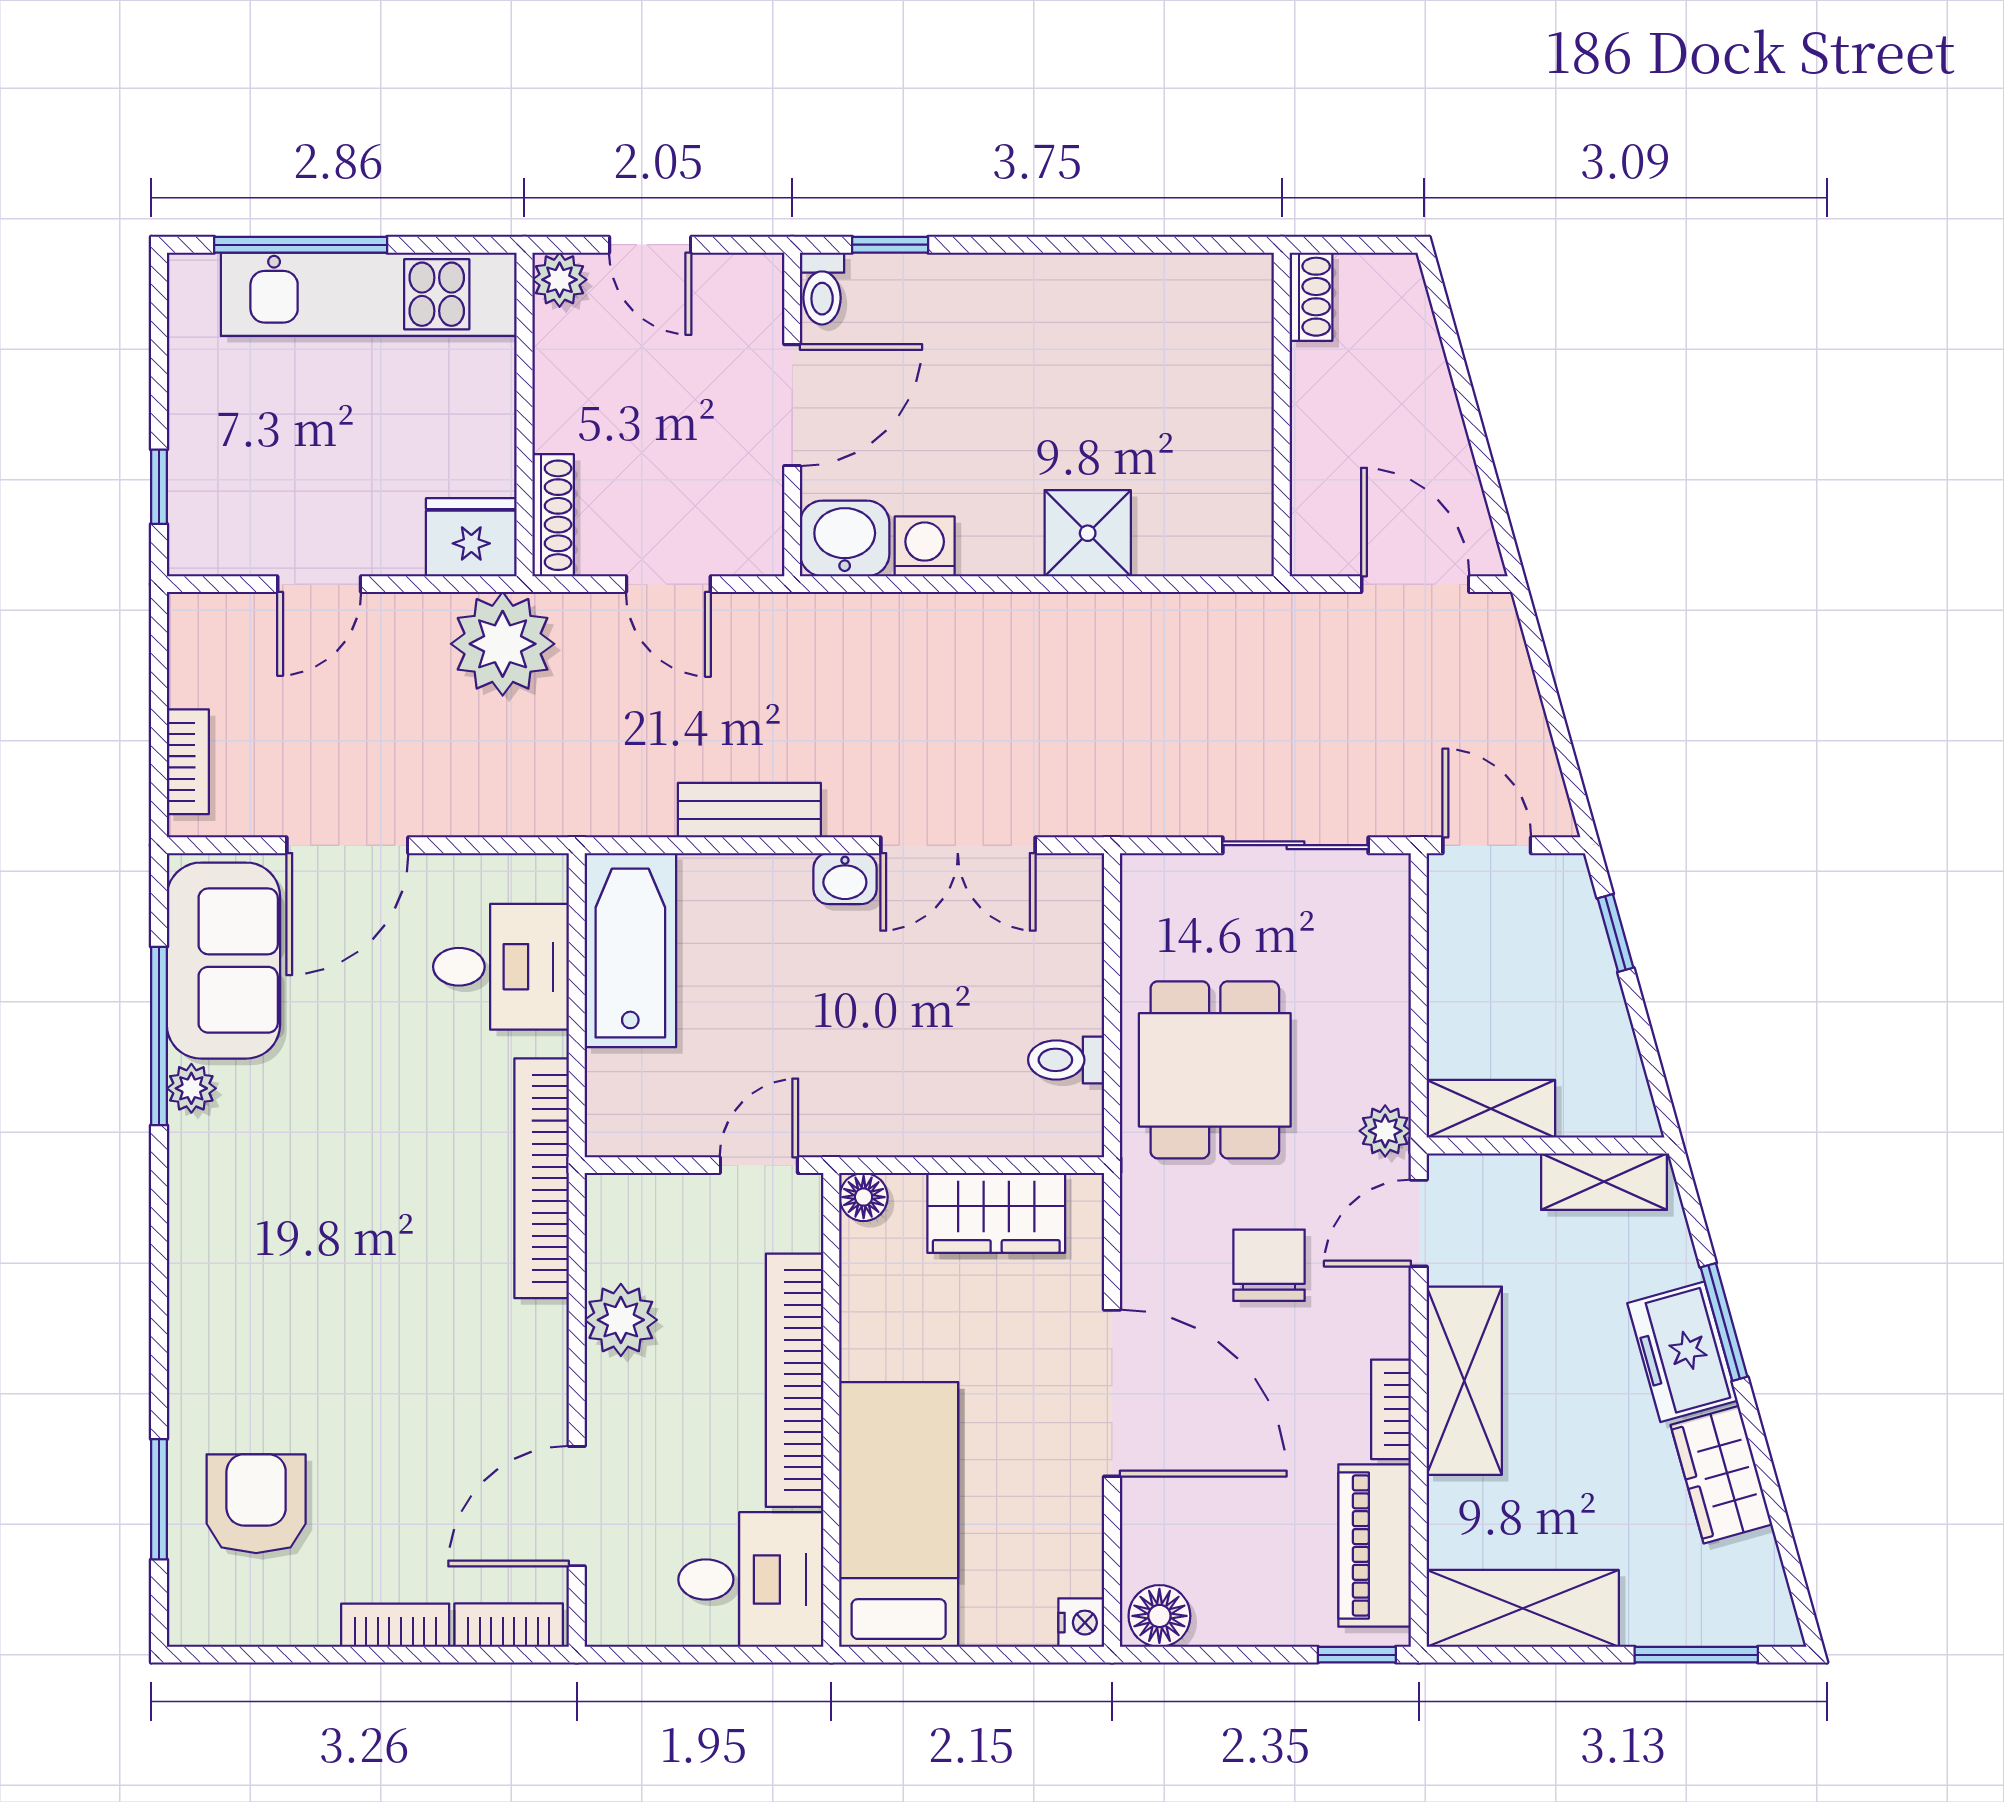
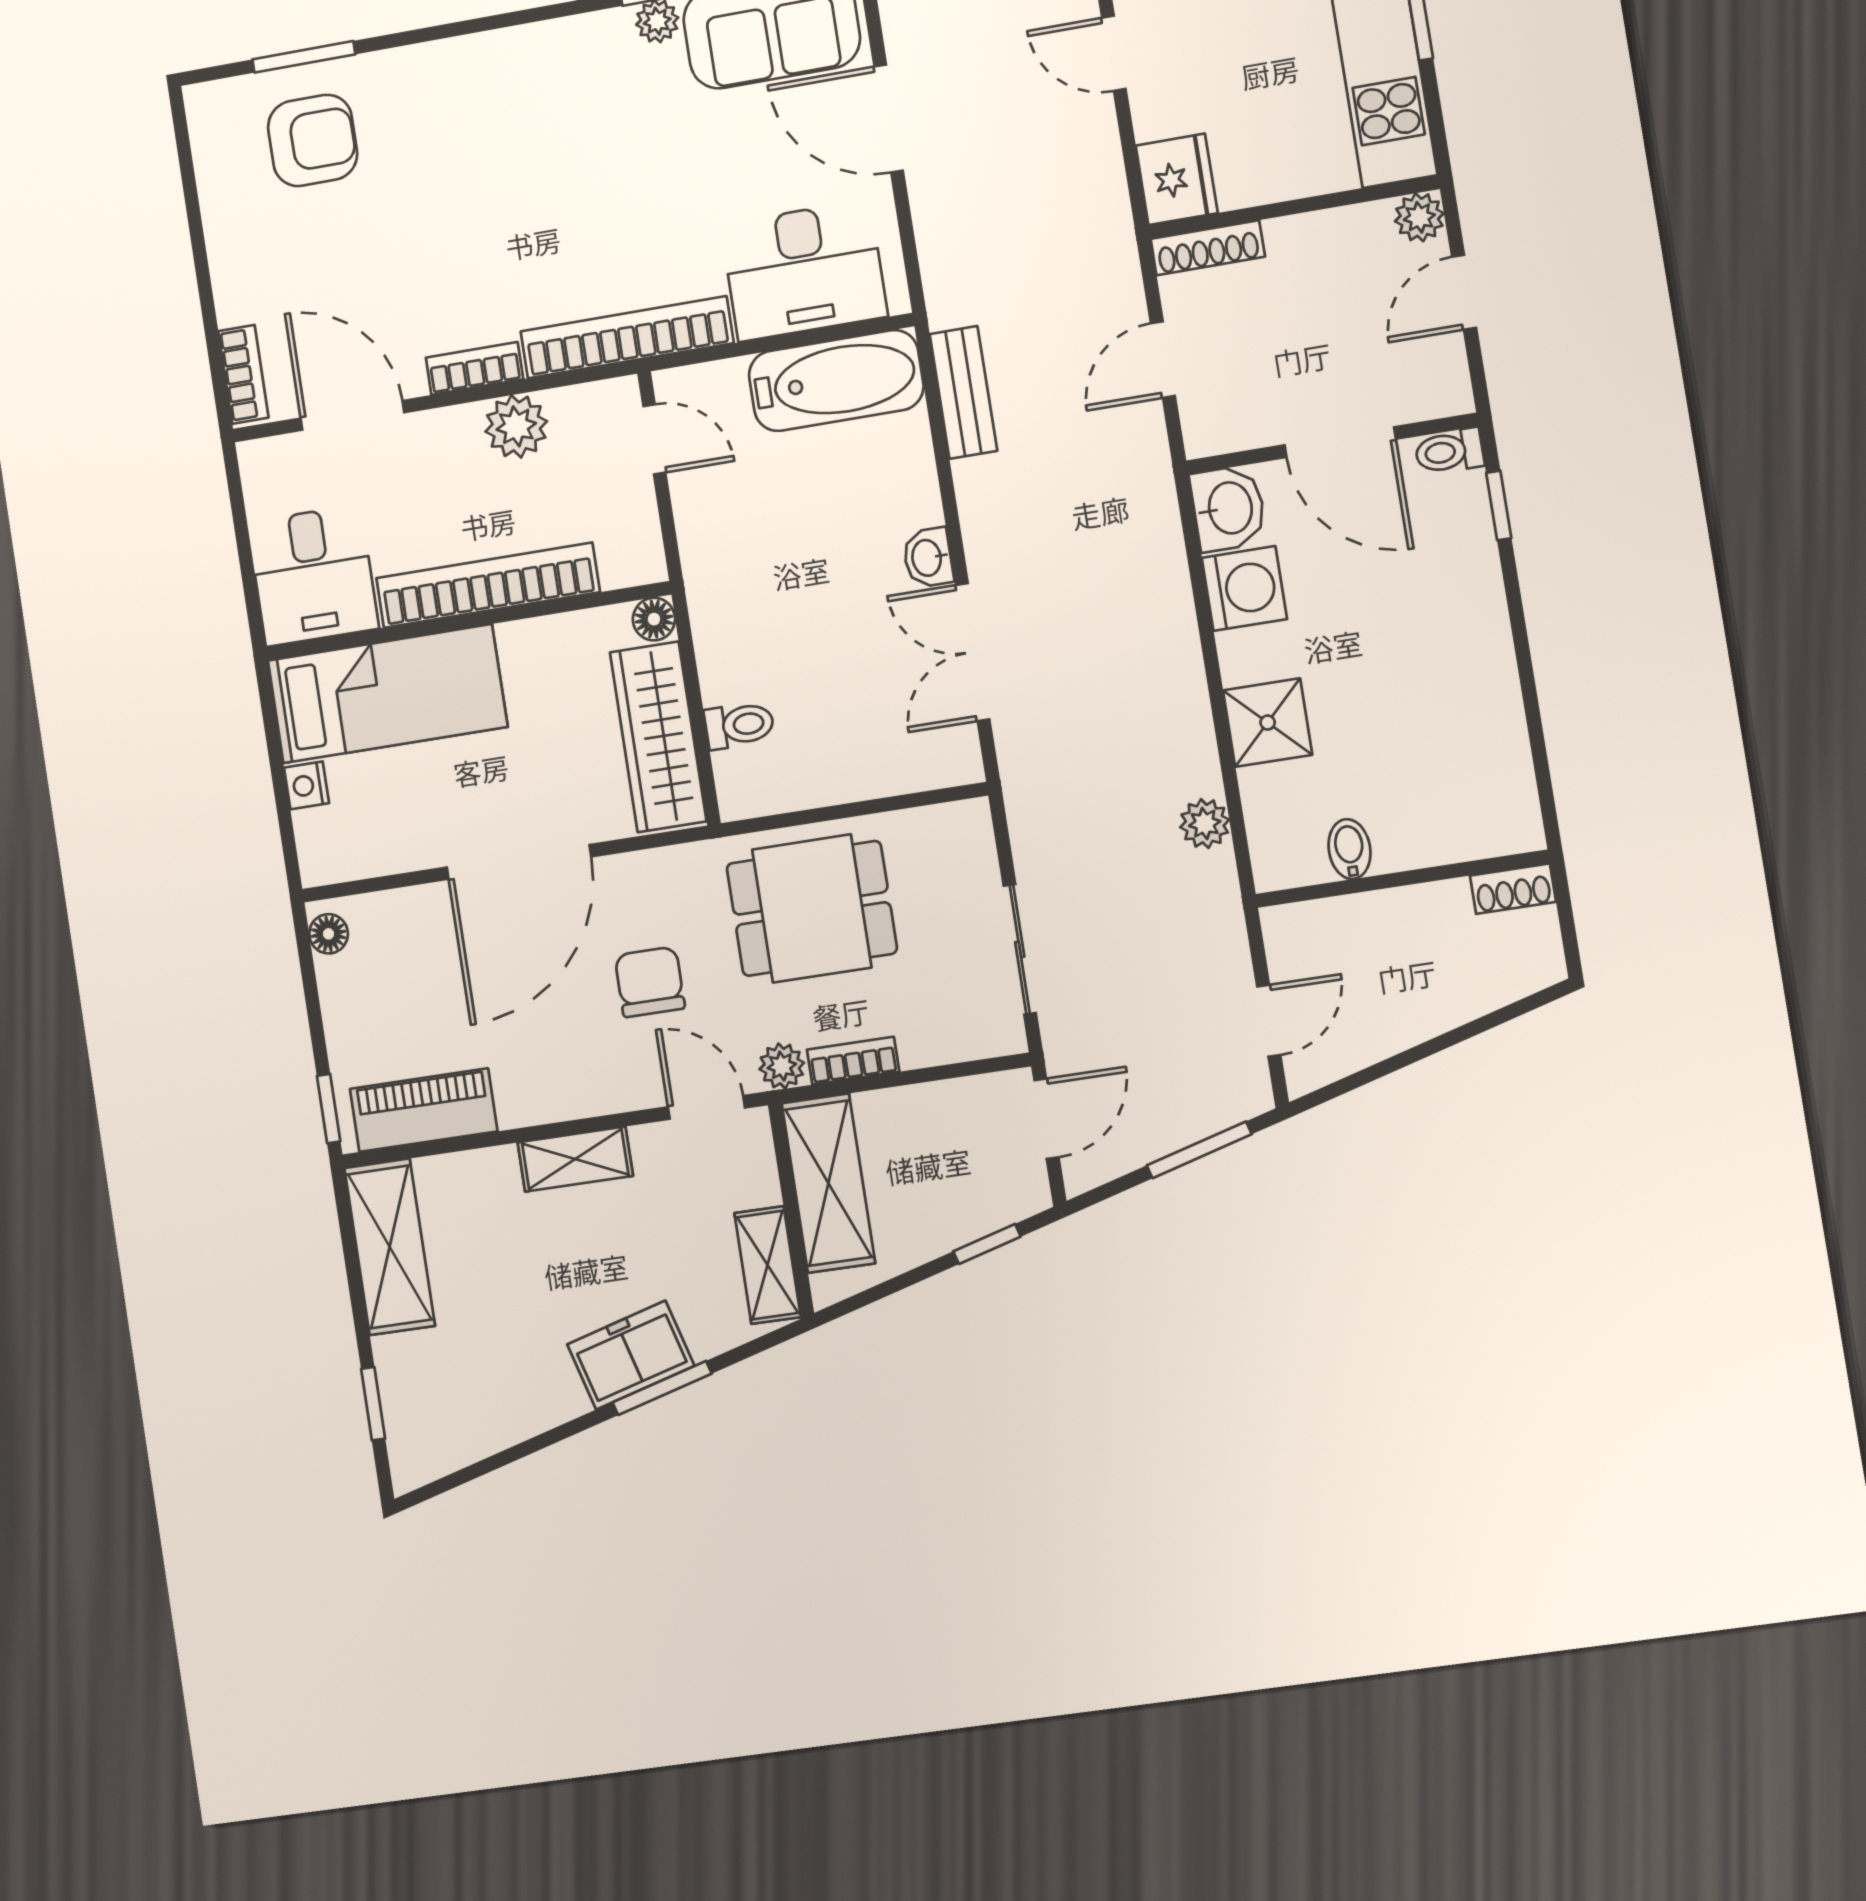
bidet: (1240, 466) -> (1349, 849), added
washing machine: (925, 546) -> (1244, 588), width x1.38, depth x1.38
door: (1415, 584) -> (1269, 1021), width x0.73
plant: (503, 644) -> (1205, 824), moved, width x0.53, depth x0.53
window: (1546, 683) -> (1199, 1150), added
bench: (749, 810) -> (963, 392), moved
desk: (501, 967) -> (804, 271), width x1.37
toilet: (1066, 1060) -> (739, 725), moved, turned 90
shelving: (1491, 1109) -> (828, 1183), width x1.50, depth x1.33
door: (759, 1165) -> (654, 439), moved
wardrobe: (996, 1213) -> (658, 737), width x1.50
chair: (1269, 1265) -> (650, 982), turned -90
shelving: (1464, 1381) -> (575, 1159), width x0.67, depth x0.75
bookcase: (1391, 1409) -> (853, 1061), moved
wardrobe: (1721, 1475) -> (530, 1404), removed
floor lamp: (1159, 1616) -> (329, 934), width x0.73, depth x0.73
nightstand: (1081, 1623) -> (306, 785), moved, turned 90
bookcase: (395, 1625) -> (475, 368), moved, turned -90
window: (1696, 1655) -> (373, 1404), width x0.67

